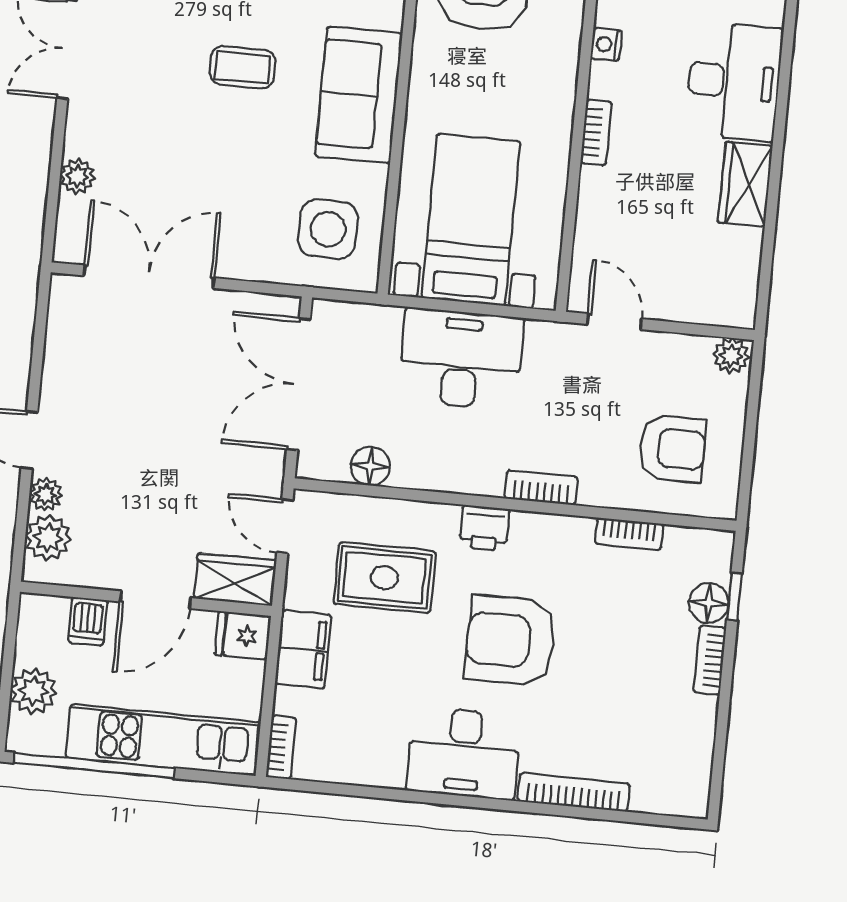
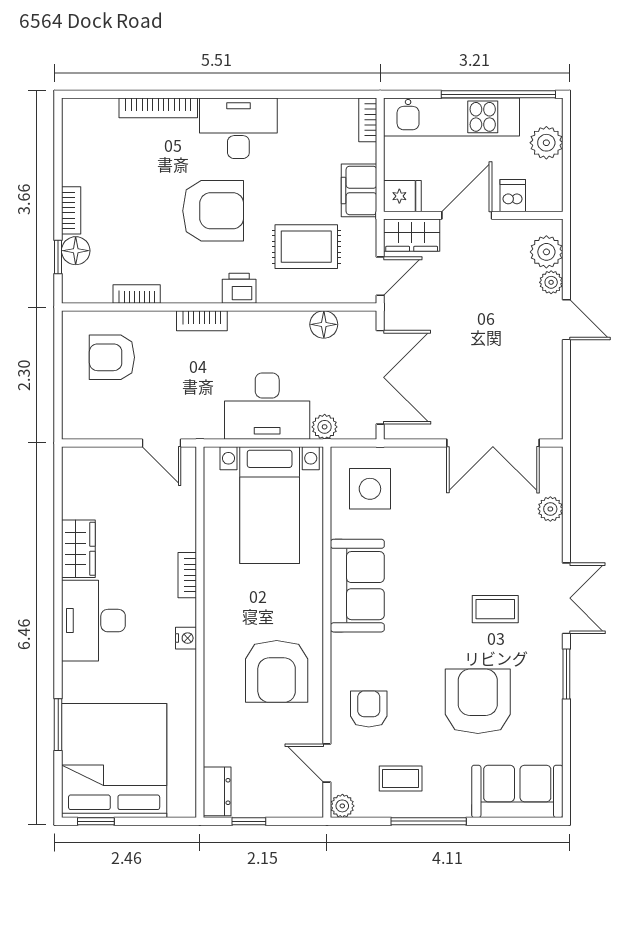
coffee table: (242, 67) -> (495, 609), moved
plant: (731, 356) -> (325, 427), moved
door: (285, 526) -> (380, 276), hinge flipped

